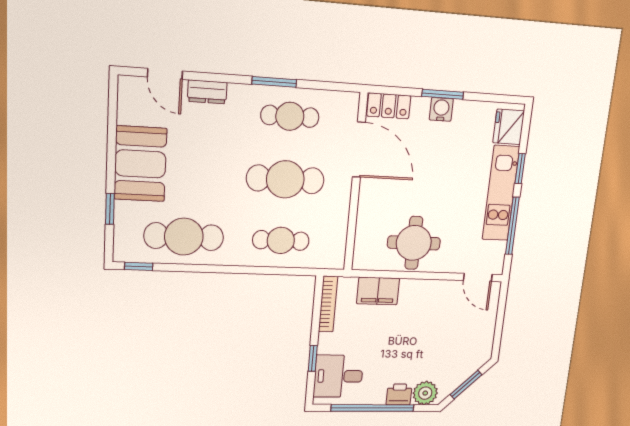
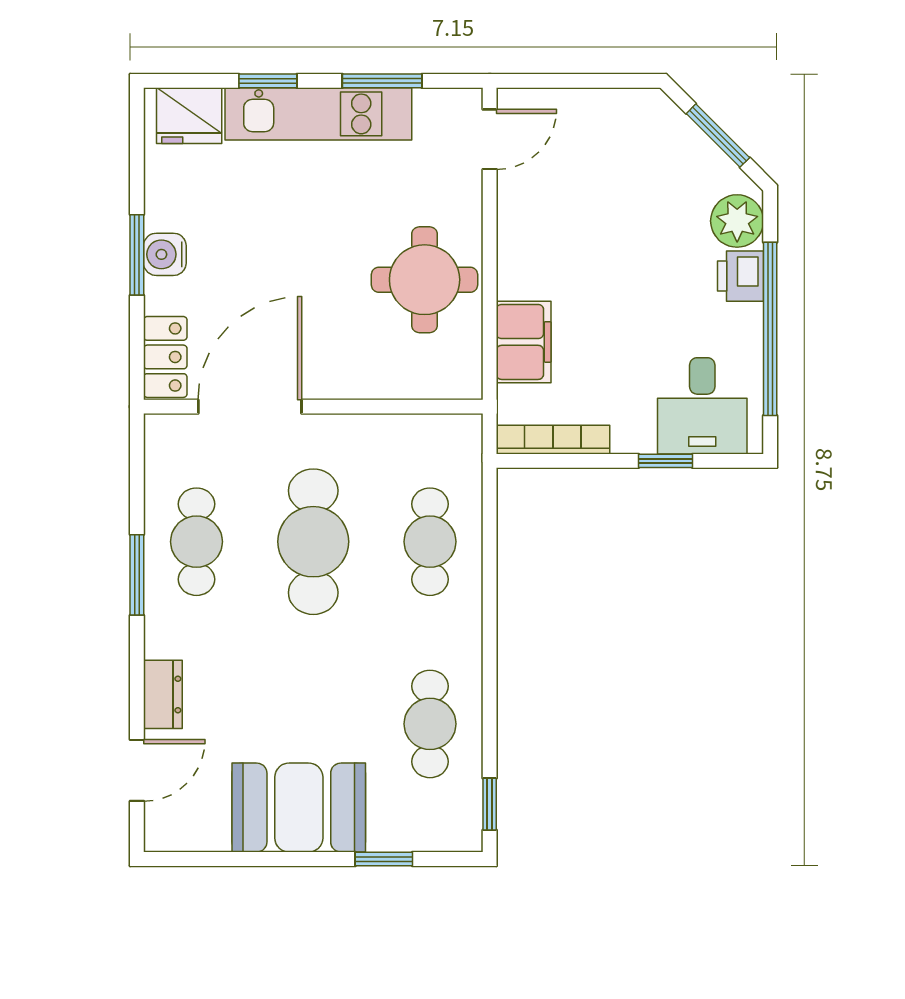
window: (512, 226) -> (382, 81), width x0.69
cafe table: (184, 237) -> (430, 724), width x0.73, depth x0.74

